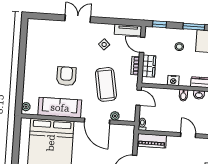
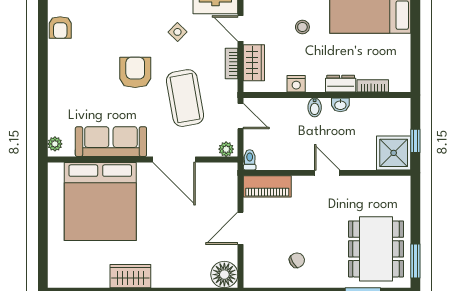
armchair: (34, 37) -> (60, 27), added
armchair: (66, 76) -> (135, 72), moved
plant: (115, 116) -> (226, 149), moved

